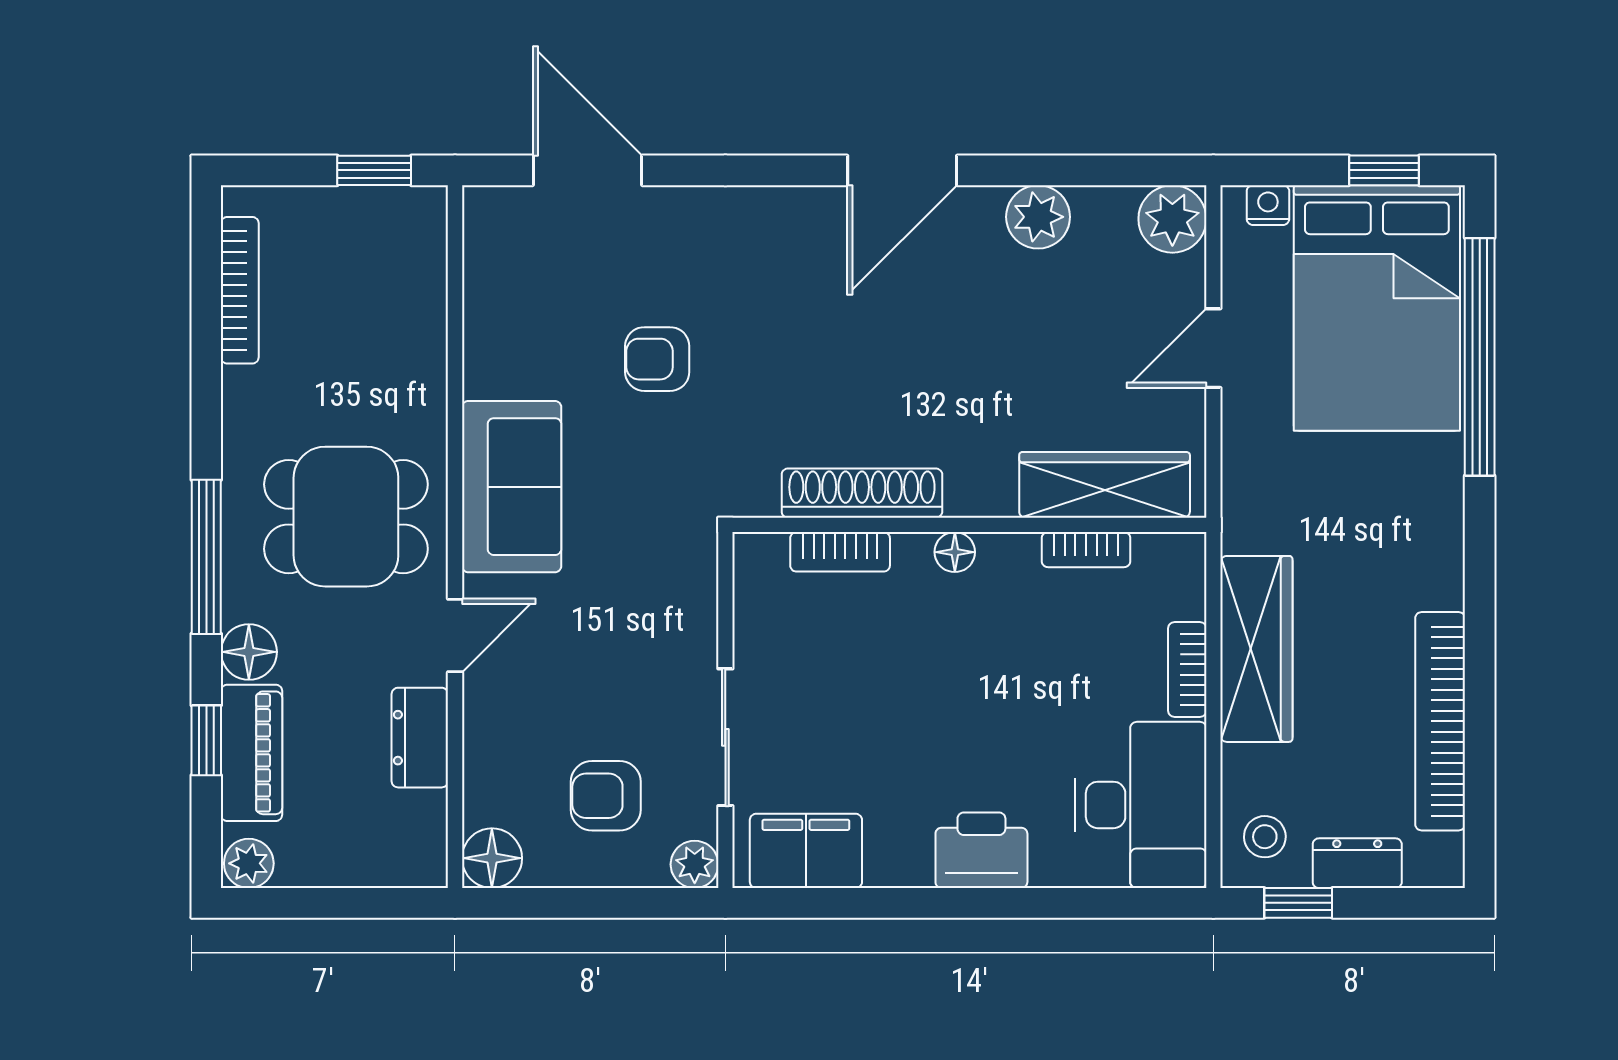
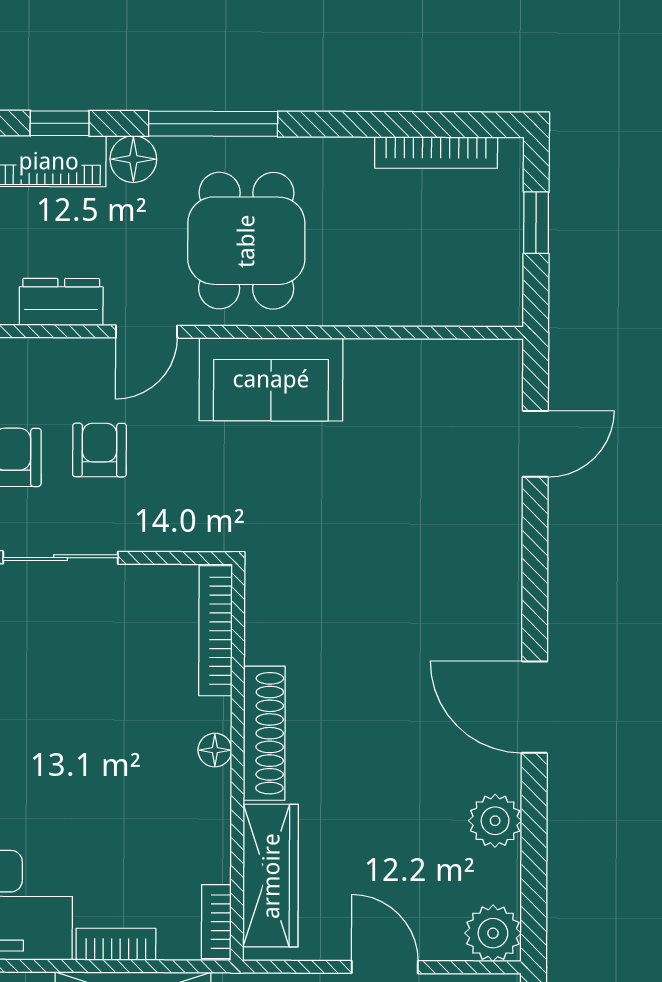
window: (374, 170) -> (536, 223), moved
door: (587, 170) -> (535, 444), width x0.73
armchair: (657, 359) -> (99, 450), moved
shoe rack: (862, 493) -> (264, 733), moved
bookcase: (1086, 550) -> (216, 922), moved
bookcase: (840, 552) -> (215, 631), width x1.56
door: (455, 636) -> (147, 332), hinge flipped

